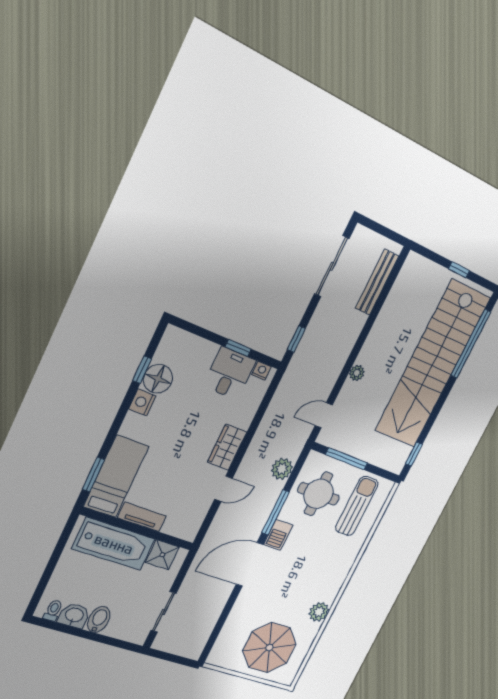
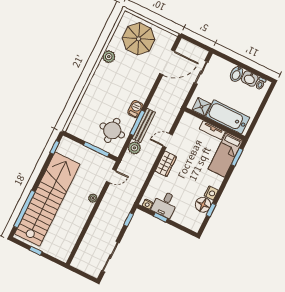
bench: (377, 282) -> (144, 125), moved
sun lounger: (357, 506) -> (88, 120), removed
door: (250, 564) -> (167, 62), moved

